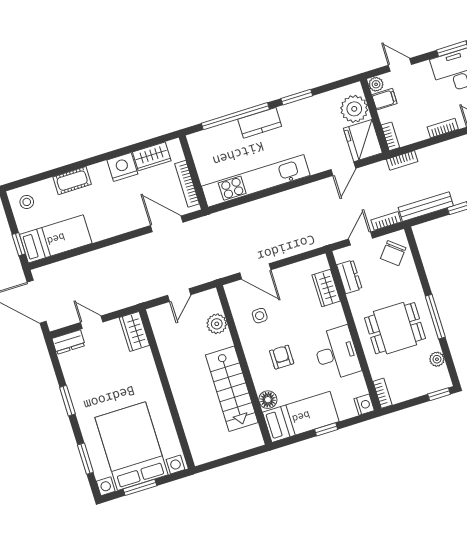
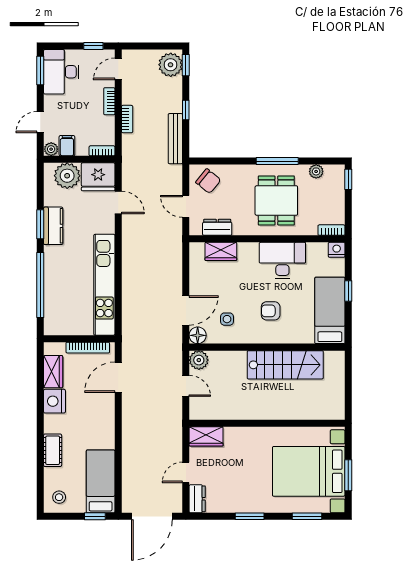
kitchen counter: (260, 123) -> (53, 226), moved
bookcase: (402, 160) -> (127, 119), moved
bookcase: (386, 221) -> (177, 179), removed
plant: (217, 324) -> (199, 360), moved
floor lamp: (268, 400) -> (198, 335), moved

